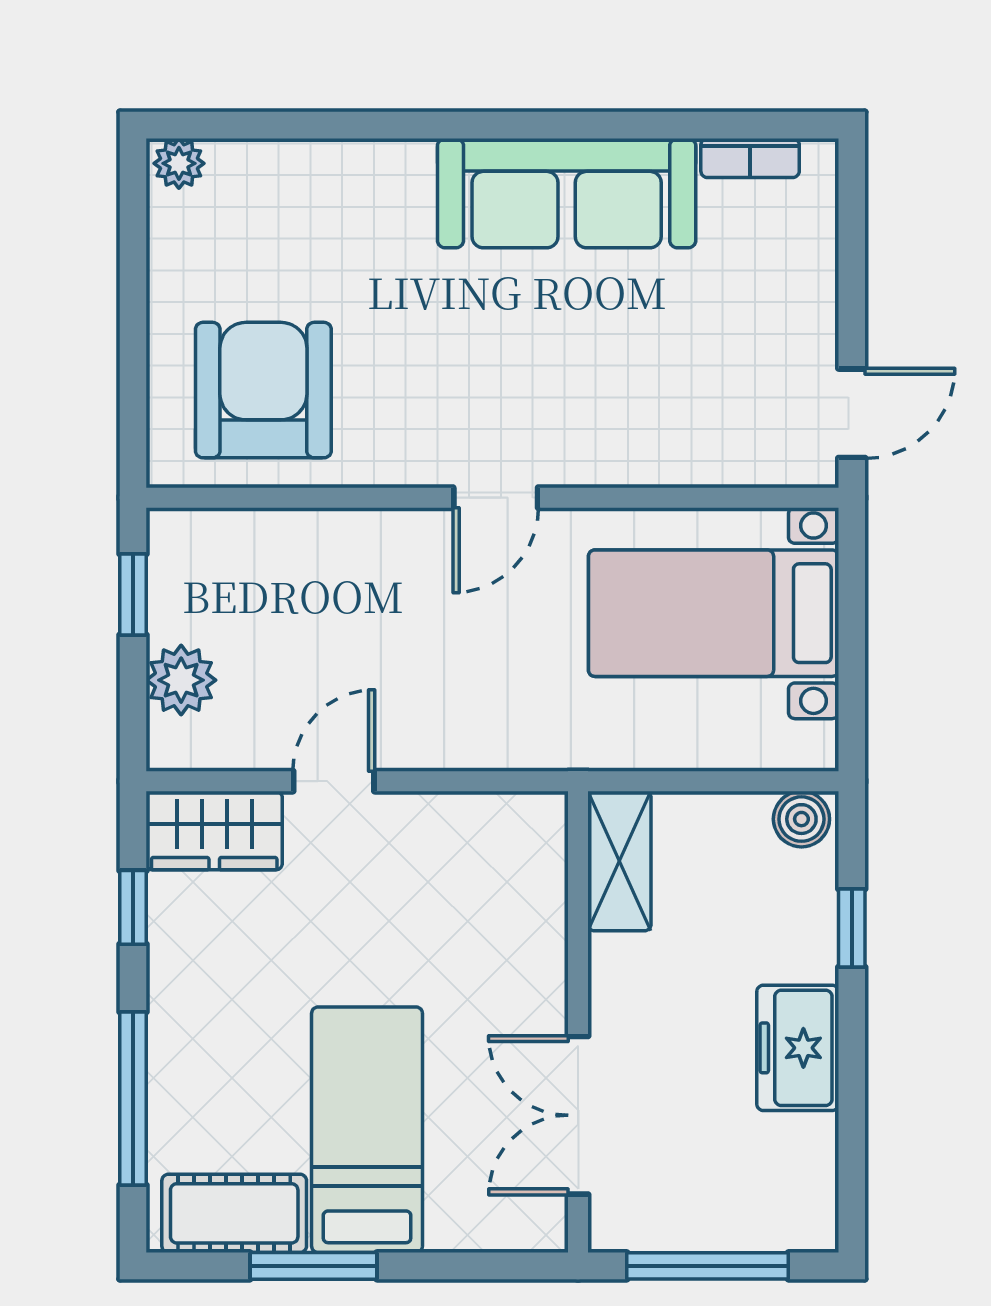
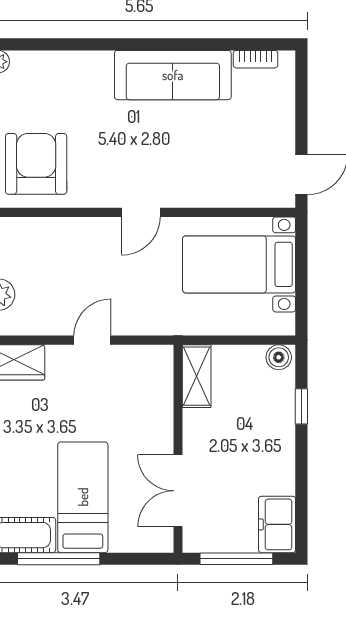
door: (334, 781) -> (92, 340), moved
freezer: (798, 1048) -> (277, 524), moved
window: (313, 1266) -> (59, 559), width x1.44

